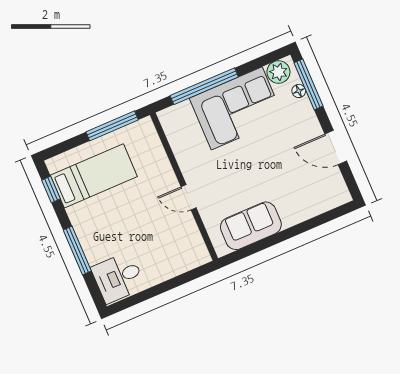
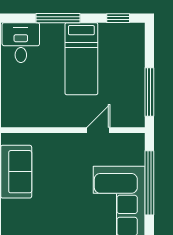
bed: (94, 176) -> (81, 59), moved
door: (189, 197) -> (98, 130), moved

